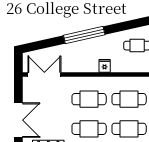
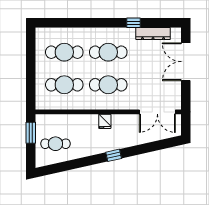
window: (84, 35) -> (114, 155), width x0.32
fridge: (105, 66) -> (105, 121), moved

